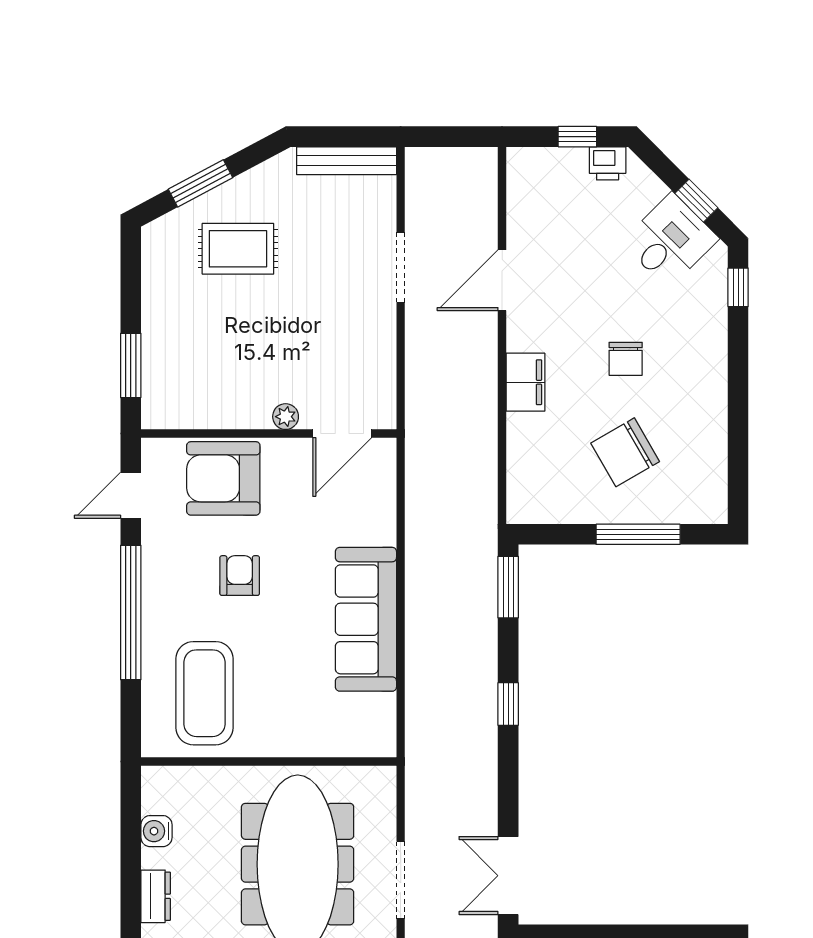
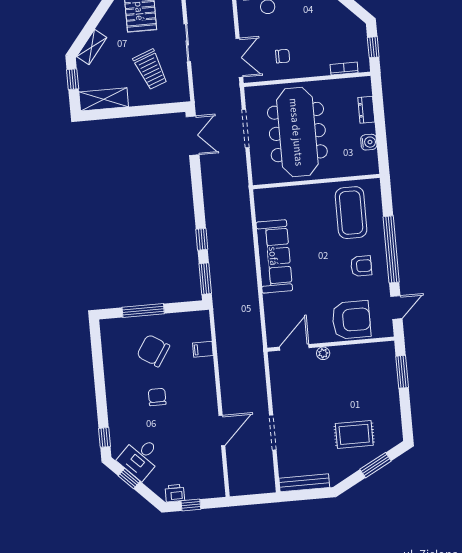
filing cabinet: (525, 382) -> (203, 349), moved, width x0.50
chair: (625, 452) -> (153, 351), turned -117
armchair: (240, 576) -> (361, 266), moved, turned -90
window: (508, 704) -> (202, 239), moved

